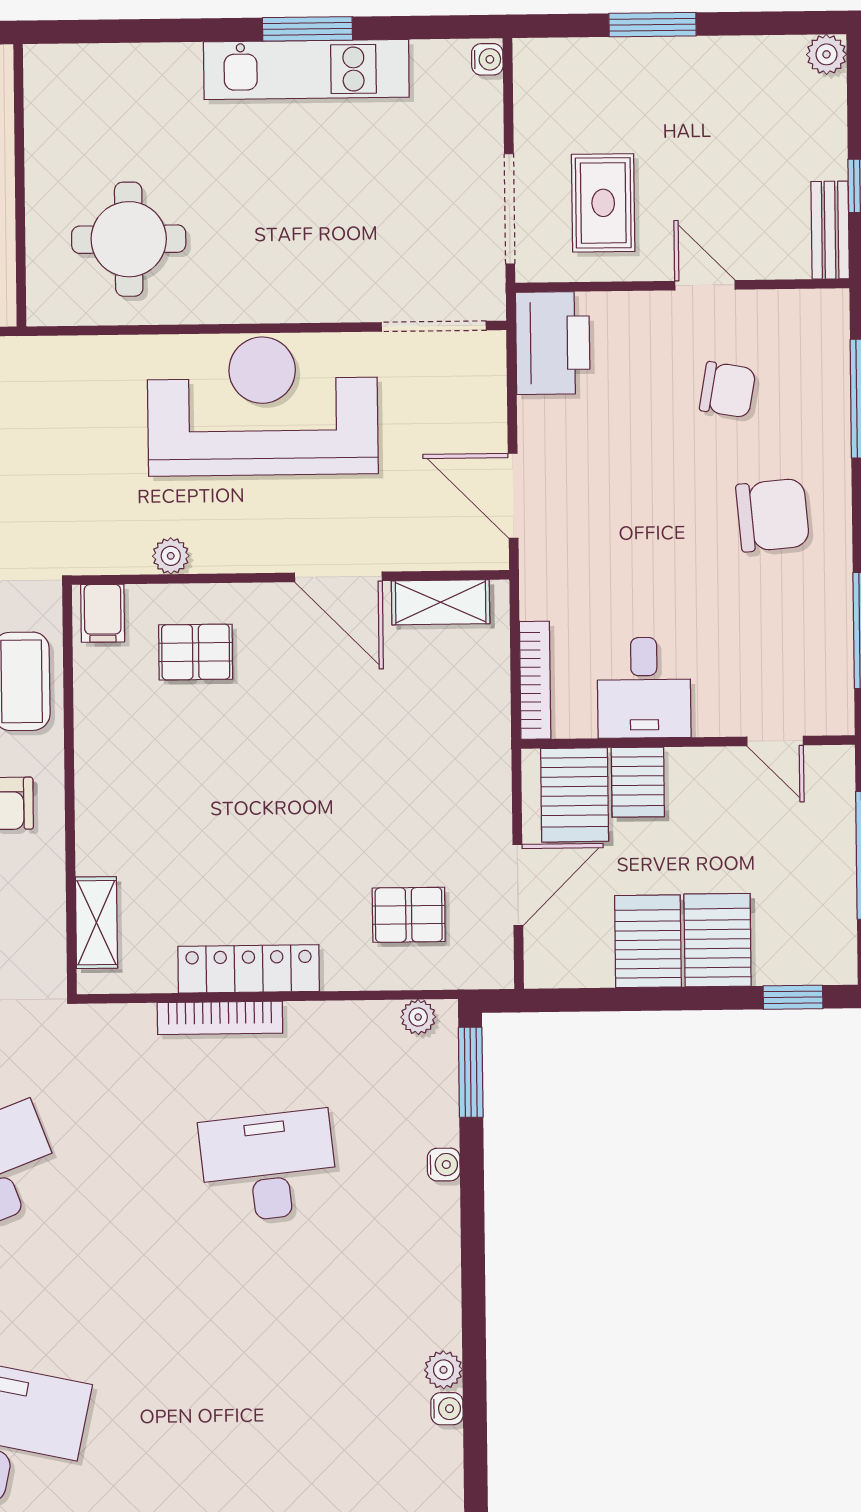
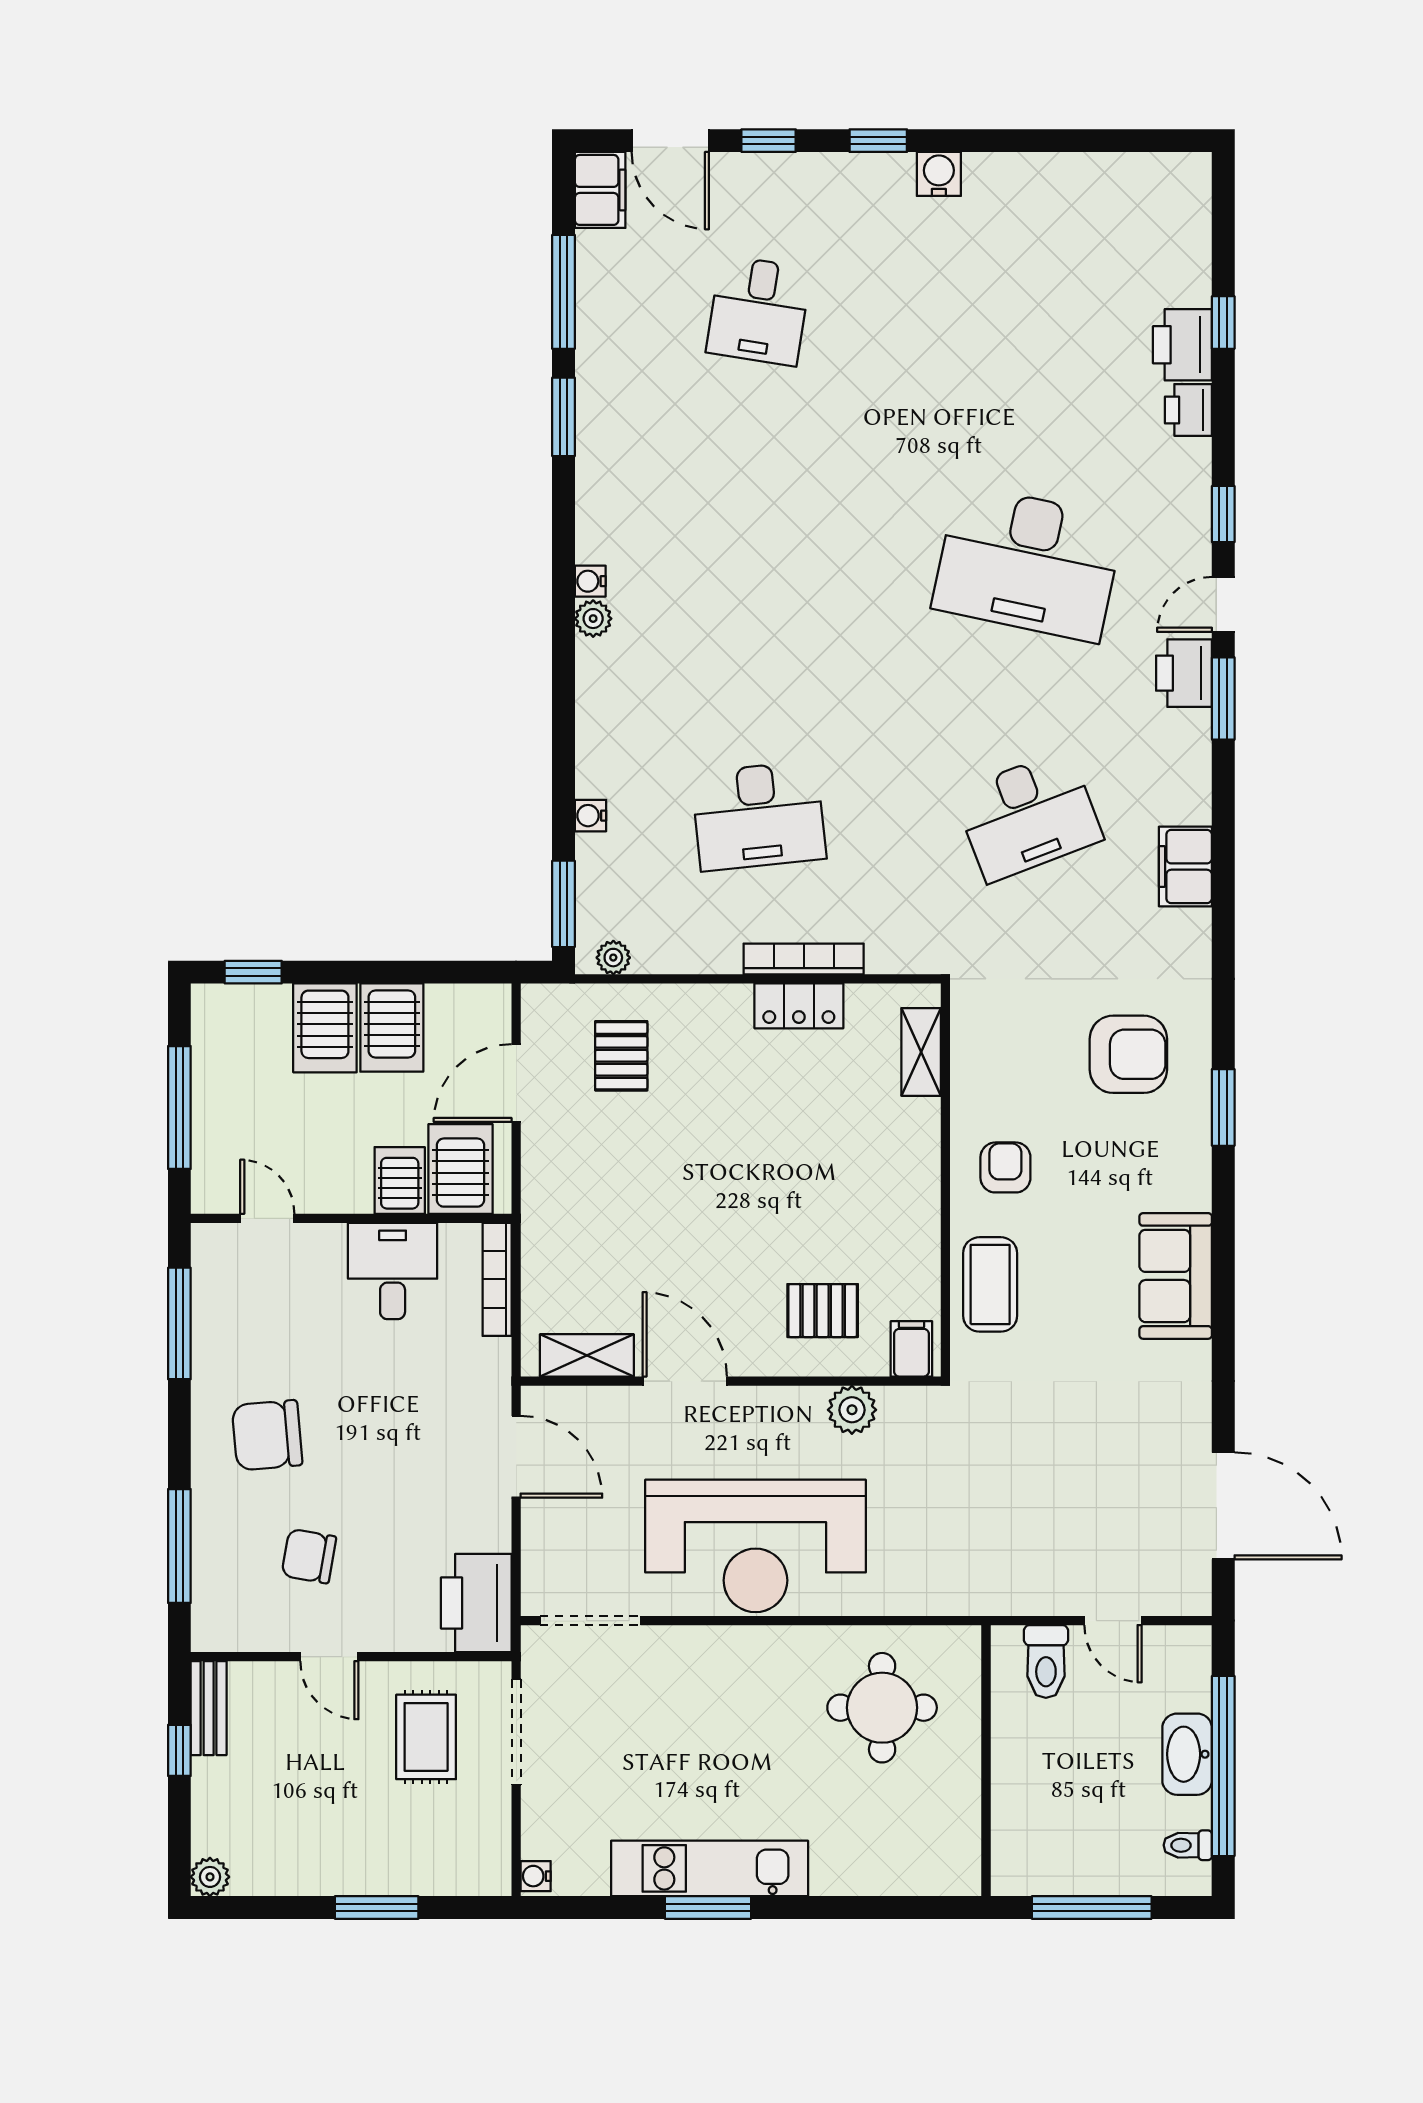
plant: (171, 556) -> (852, 1410), width x1.38, depth x1.38
pallet: (409, 915) -> (621, 1056), turned 90
locker: (249, 969) -> (799, 1006), width x0.66

